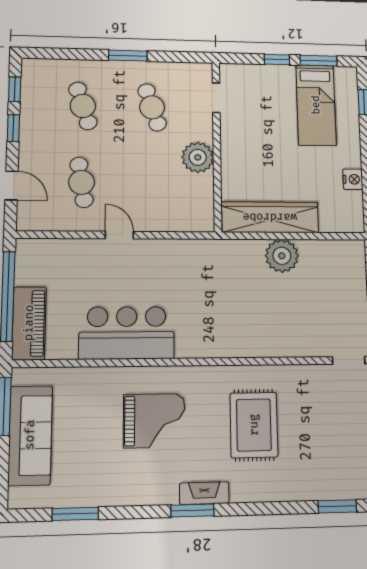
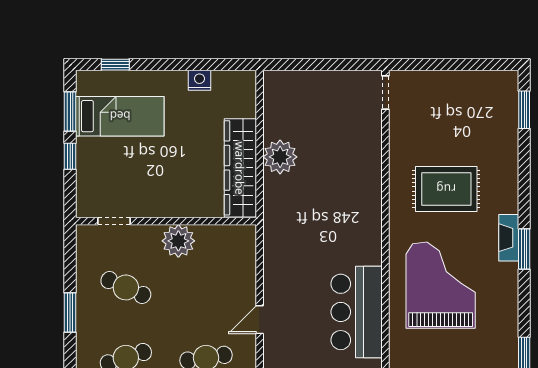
cafe table: (152, 107) -> (126, 287), turned 42
grand piano: (154, 421) -> (441, 285), width x1.37, depth x1.48

